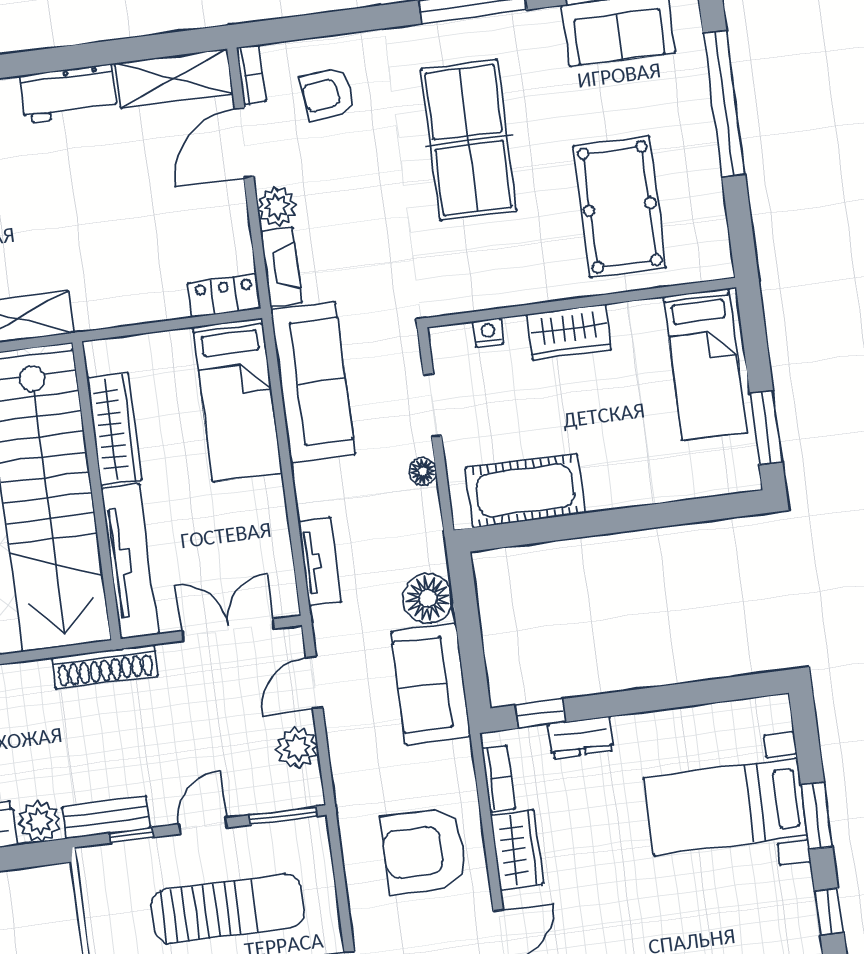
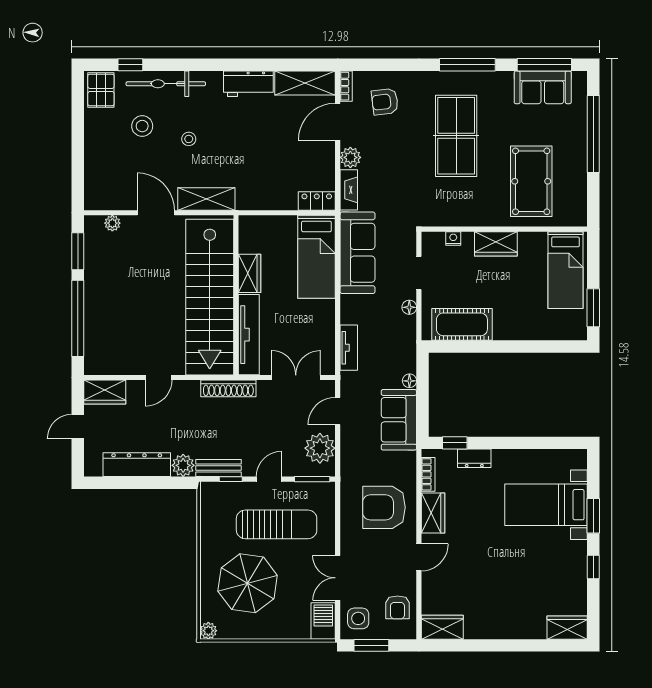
wardrobe: (114, 429) -> (250, 273), width x0.67
floor lamp: (428, 599) -> (409, 381), width x0.53, depth x0.53
plant: (297, 748) -> (320, 448), width x1.36, depth x1.36

